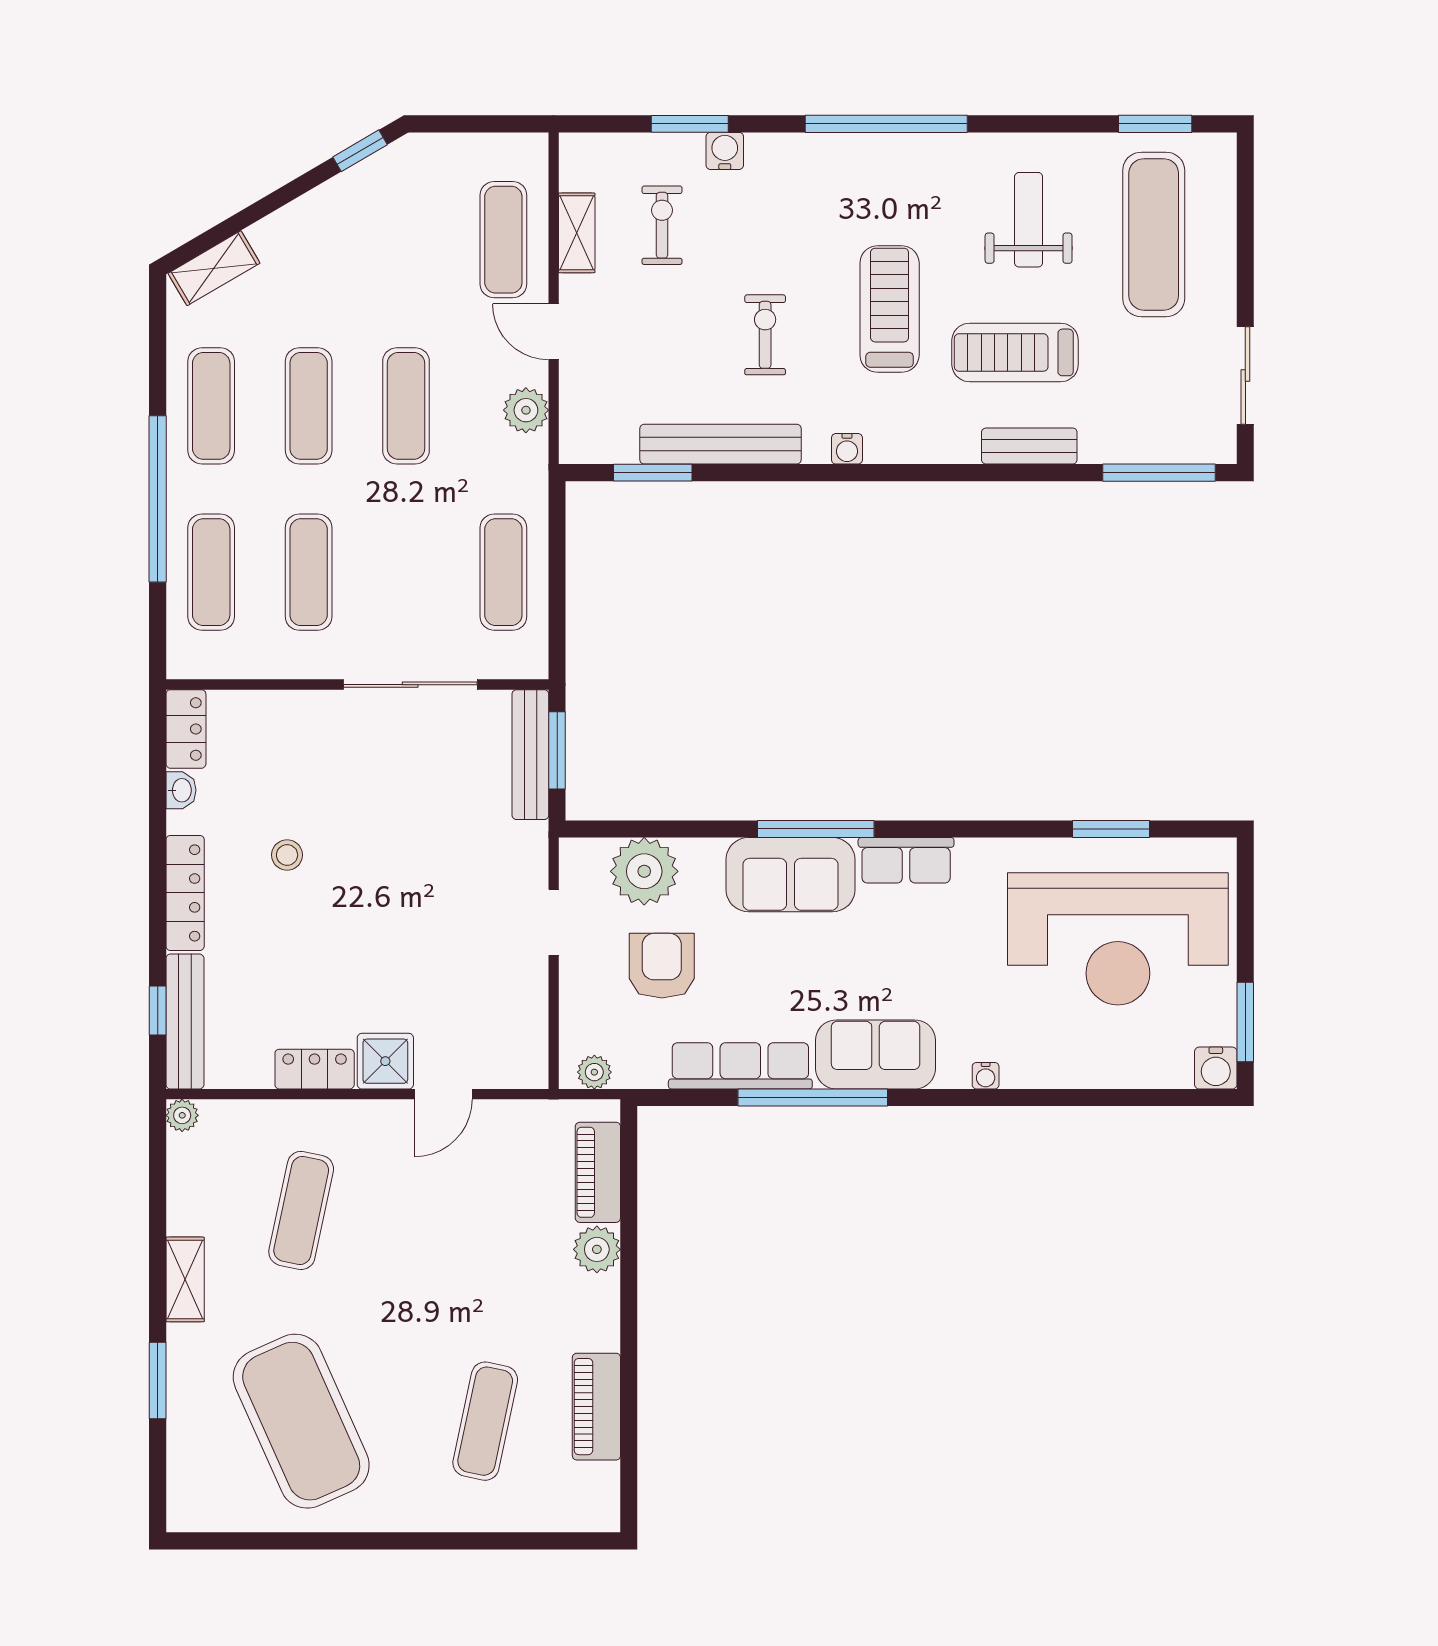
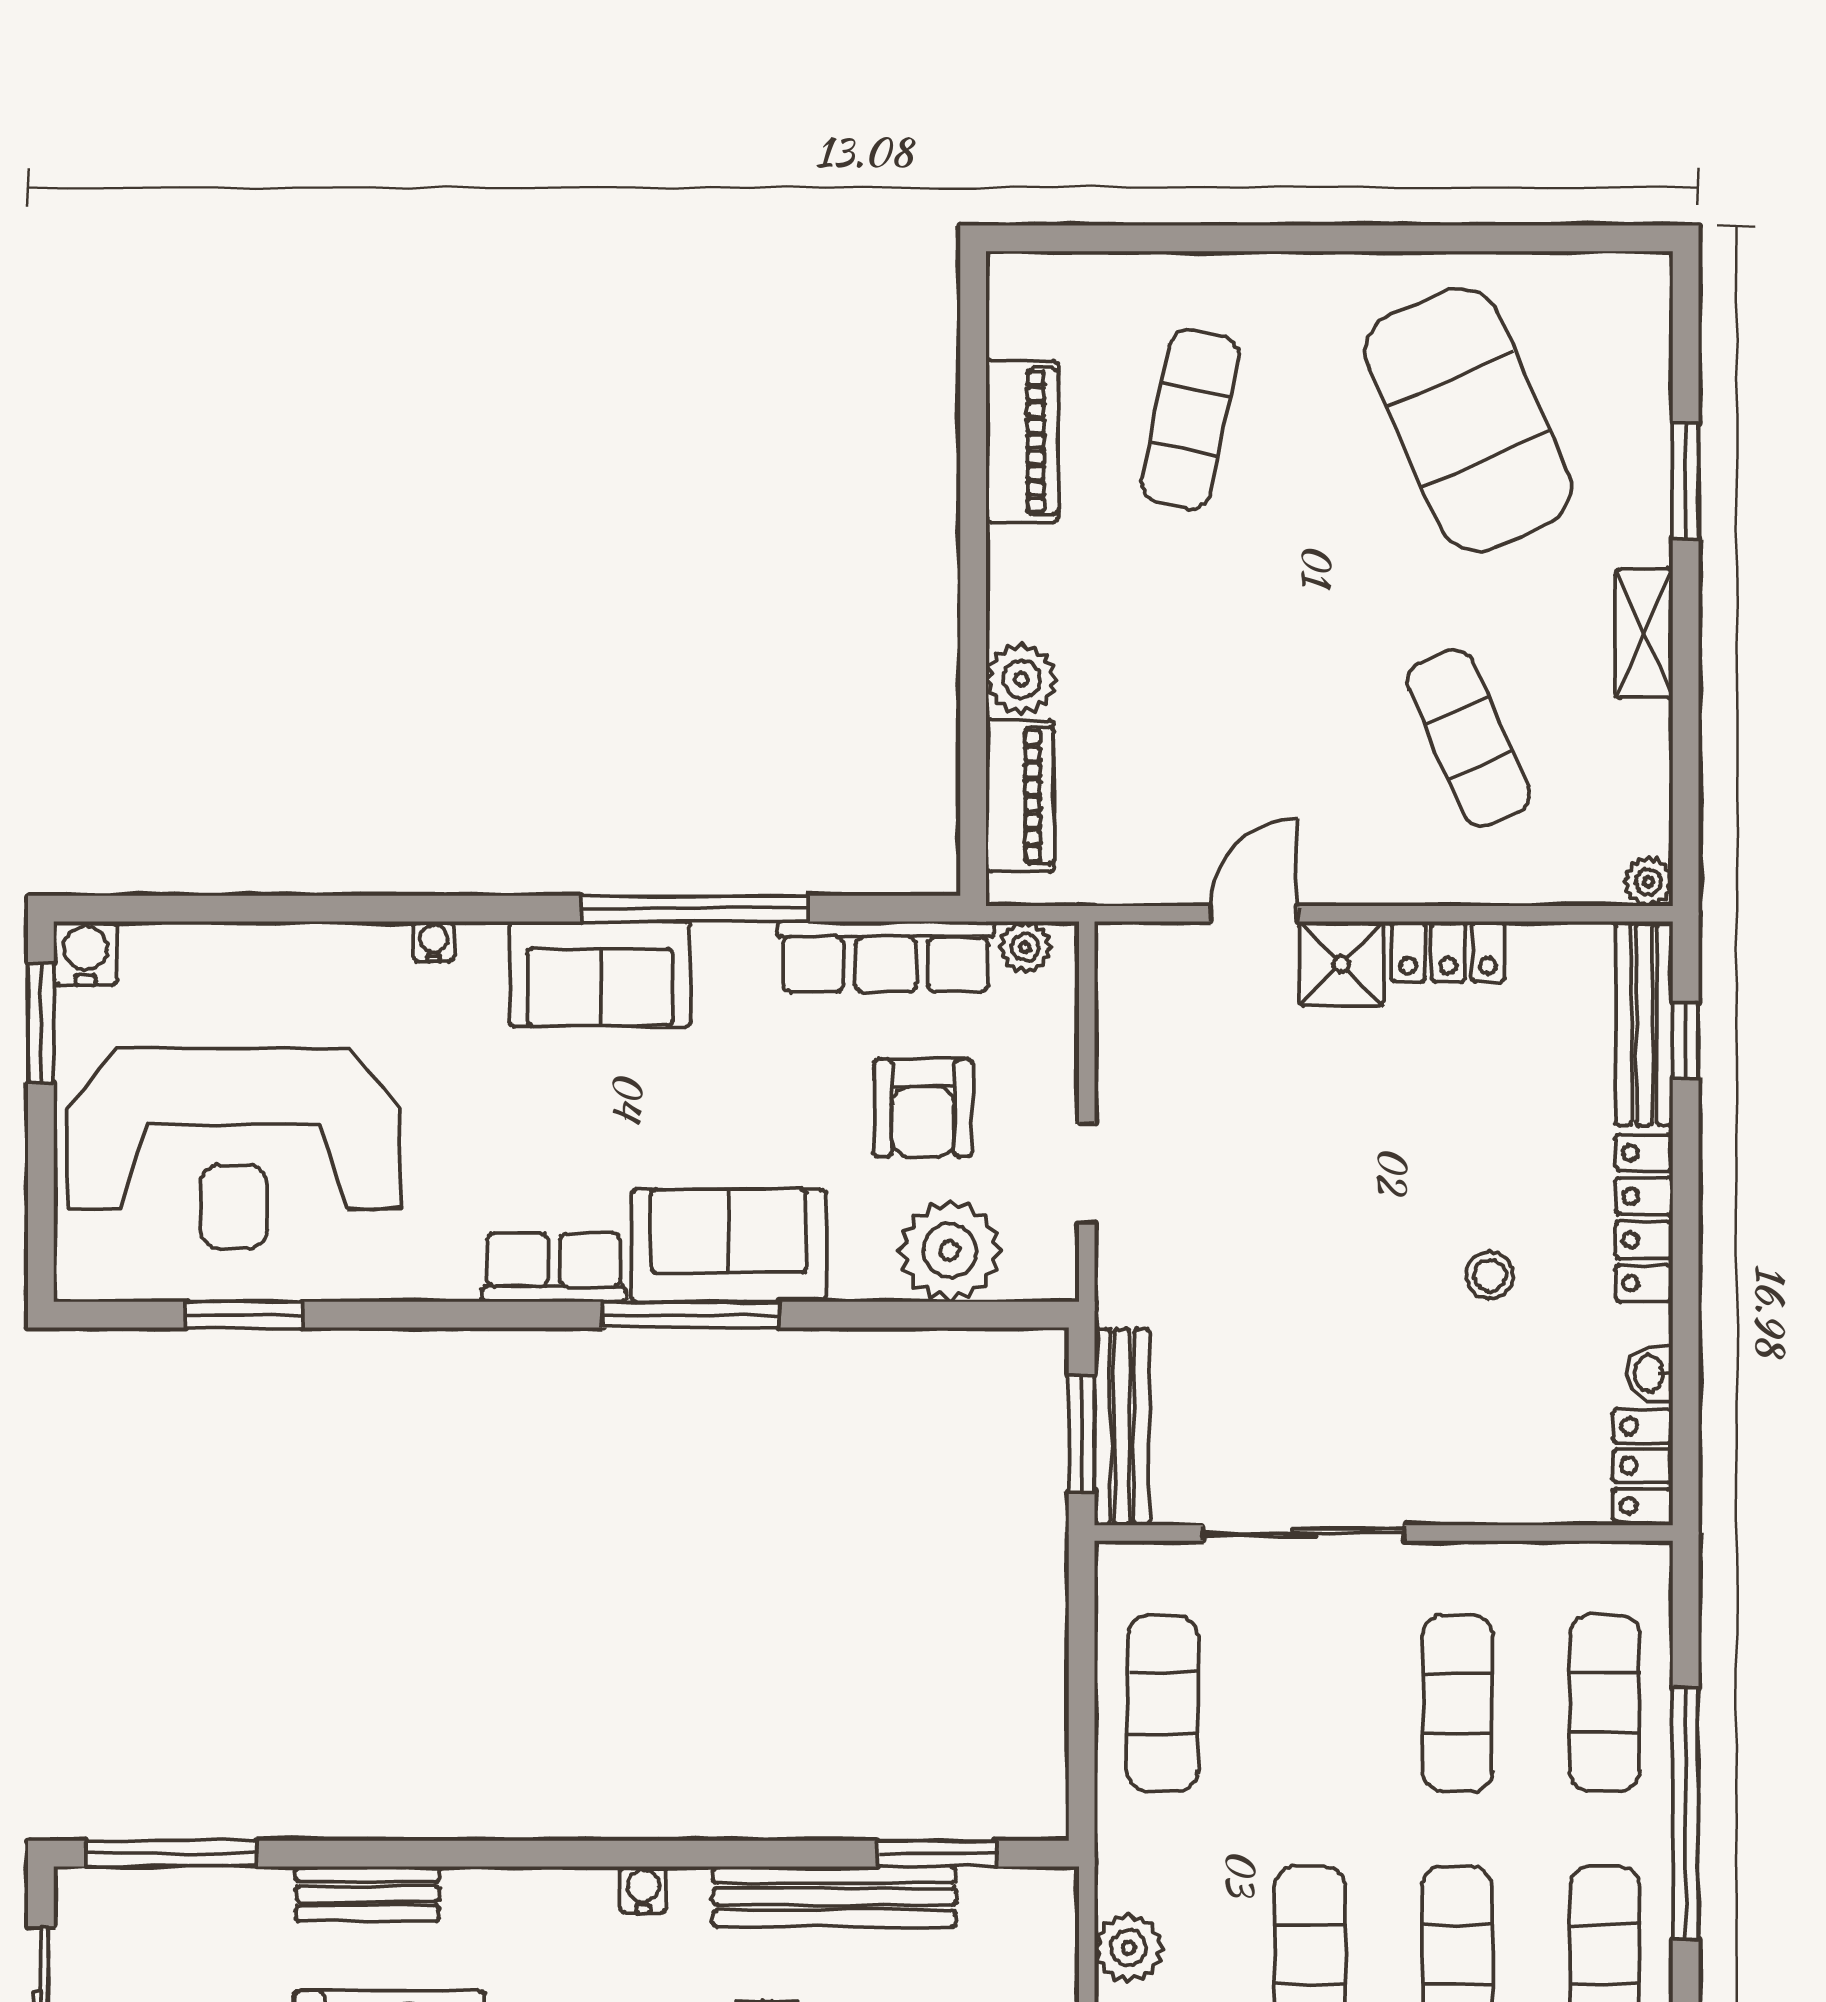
reception desk: (1118, 939) -> (234, 1149), turned 180
row of seats: (740, 1066) -> (886, 957), moved
exercise mat: (301, 1210) -> (1468, 738), turned -36

